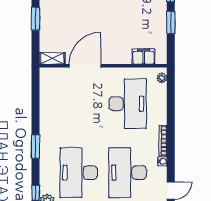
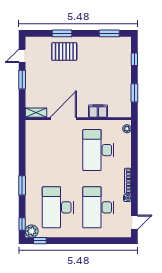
window: (171, 23) -> (134, 93), moved
filing cabinet: (143, 57) -> (98, 111), moved
desk: (128, 104) -> (98, 150), turned 180

